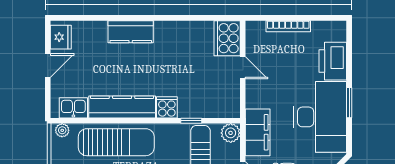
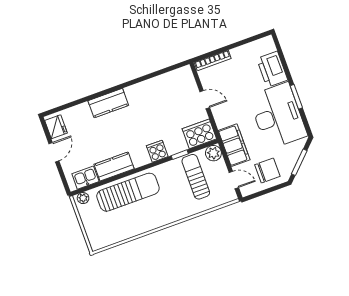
bookcase: (288, 26) -> (213, 60), moved
cooker: (227, 38) -> (199, 134), moved, turned 90
kitchen counter: (122, 107) -> (114, 166), width x0.67

